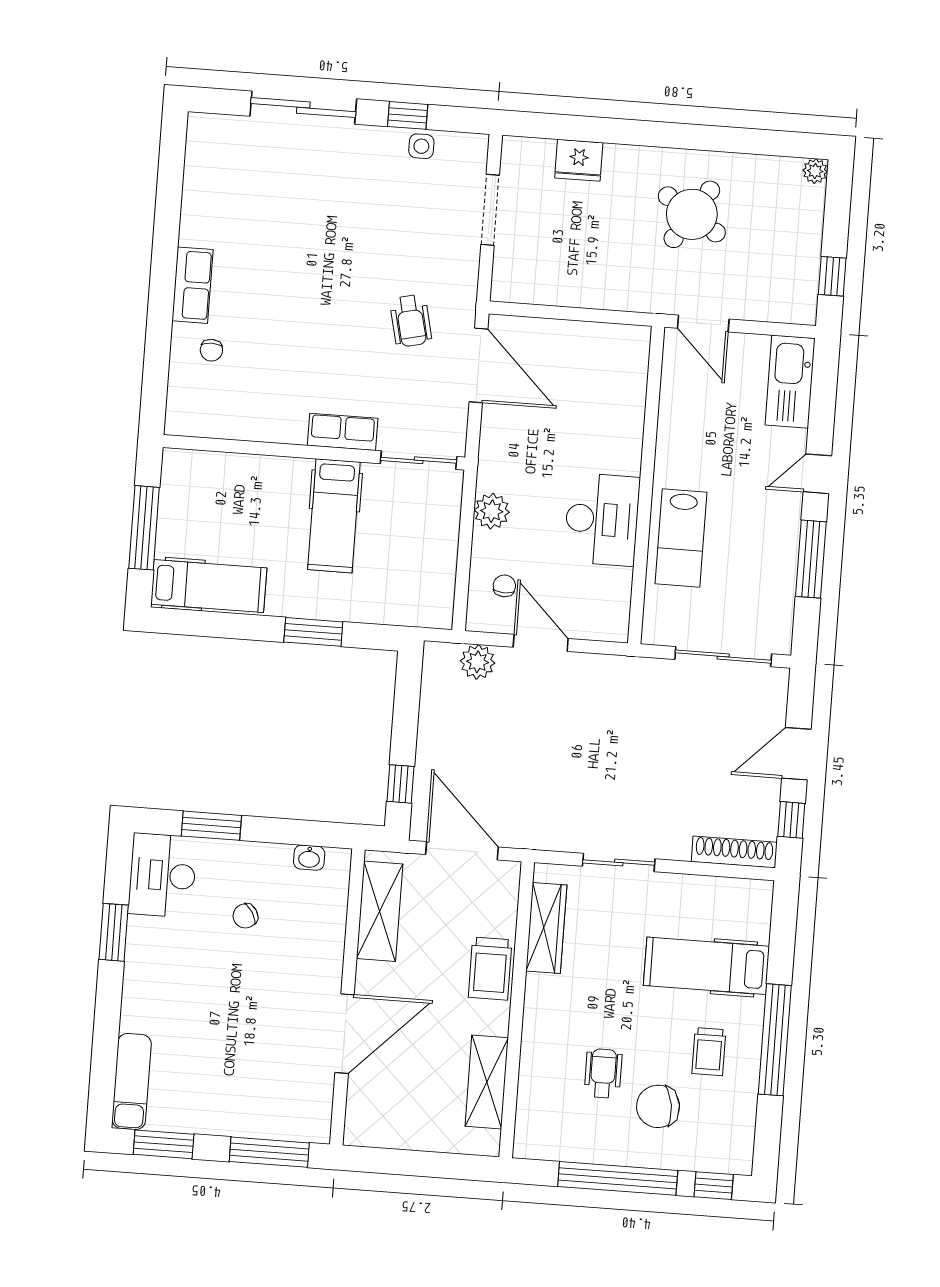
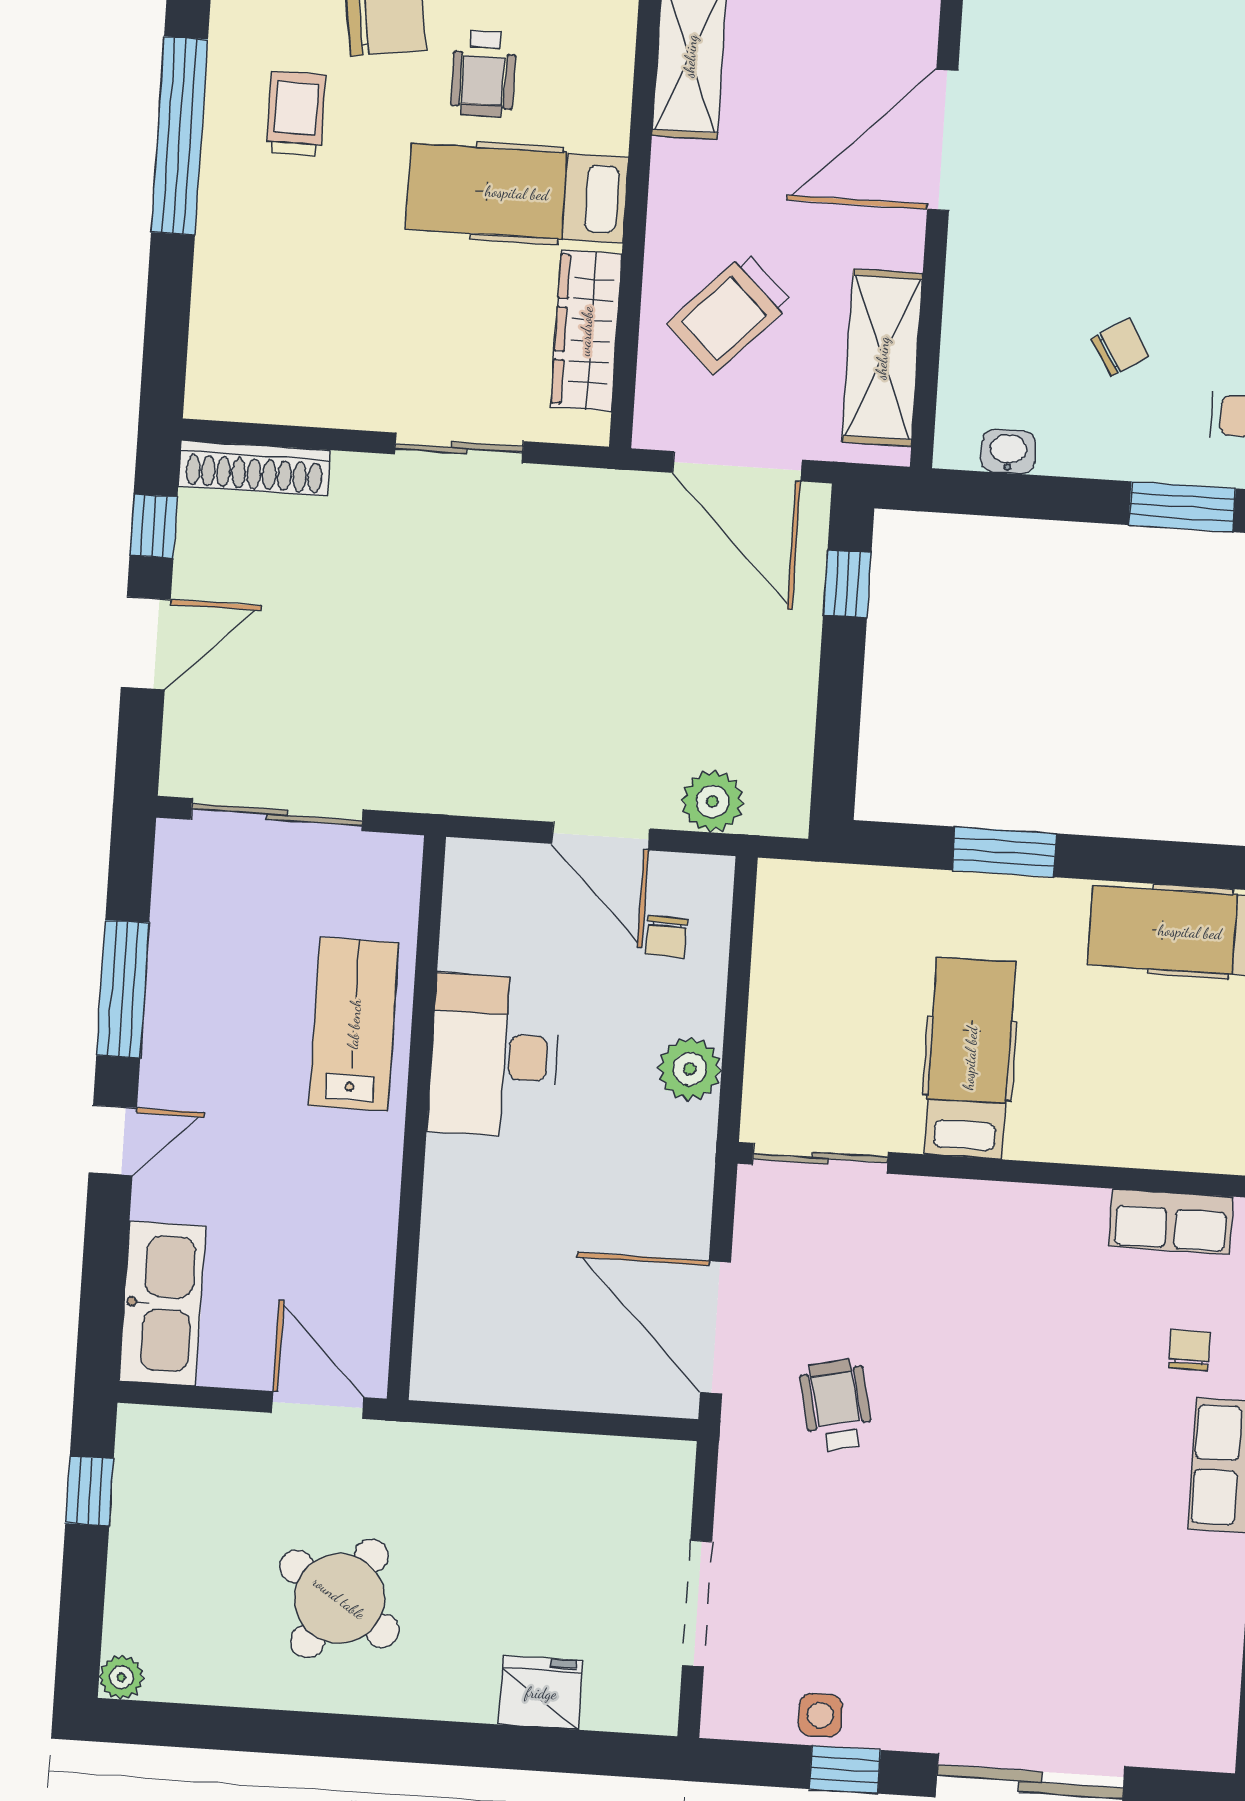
row of seats: (343, 432) -> (1171, 1222), moved
hospital bed: (706, 966) -> (517, 193), moved, turned 180
trolley: (490, 969) -> (730, 313), moved, turned -136

